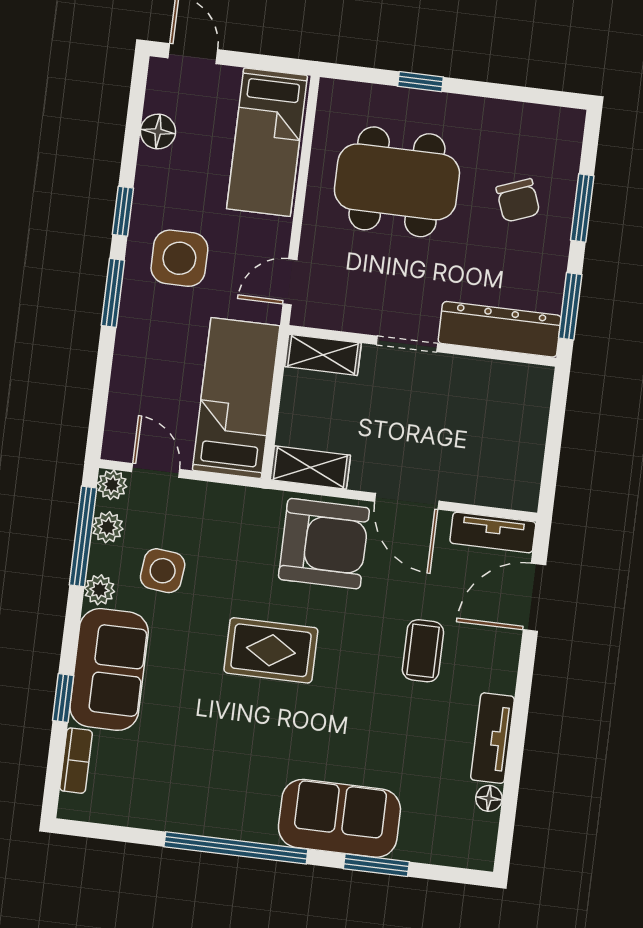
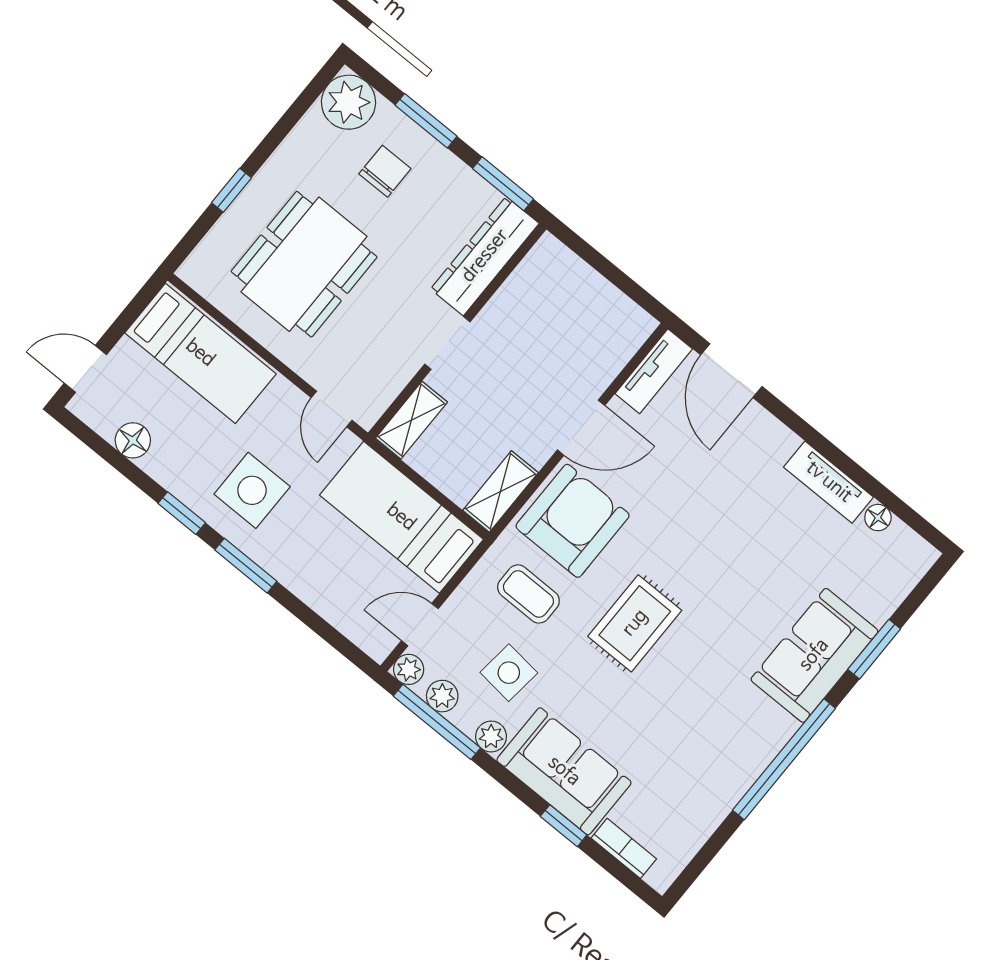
plant: (557, 133) -> (349, 102), added
chair: (518, 200) -> (385, 171), turned -69
coffee table: (423, 651) -> (528, 594), moved

